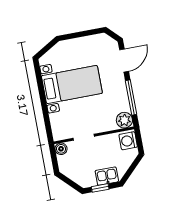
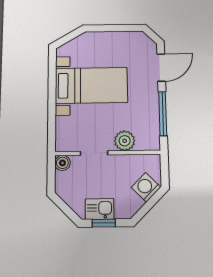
plant: (124, 120) -> (125, 141), moved
washing machine: (128, 141) -> (146, 187), moved, turned 45
kitchen sink: (107, 176) -> (100, 209), moved

